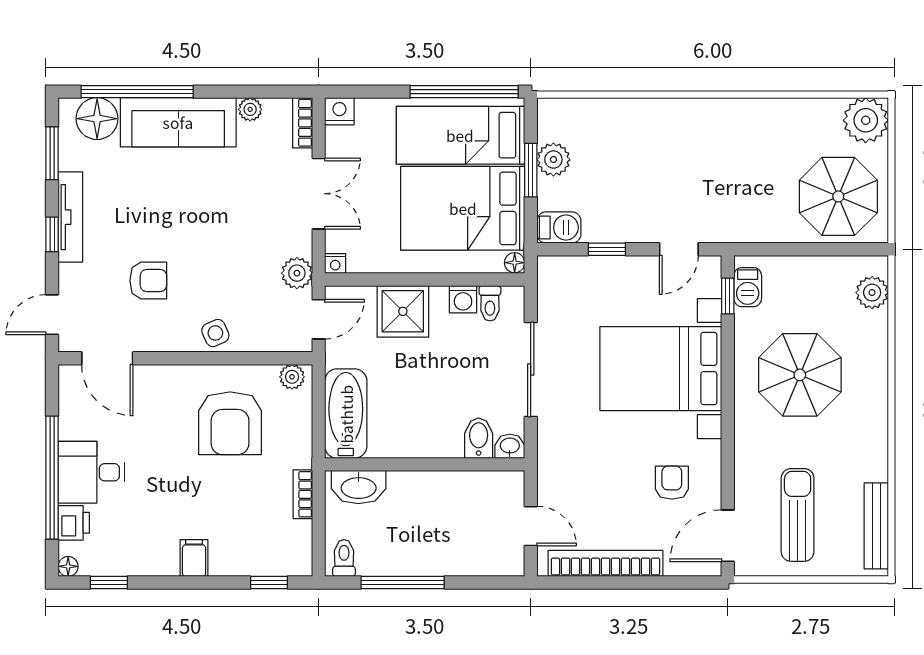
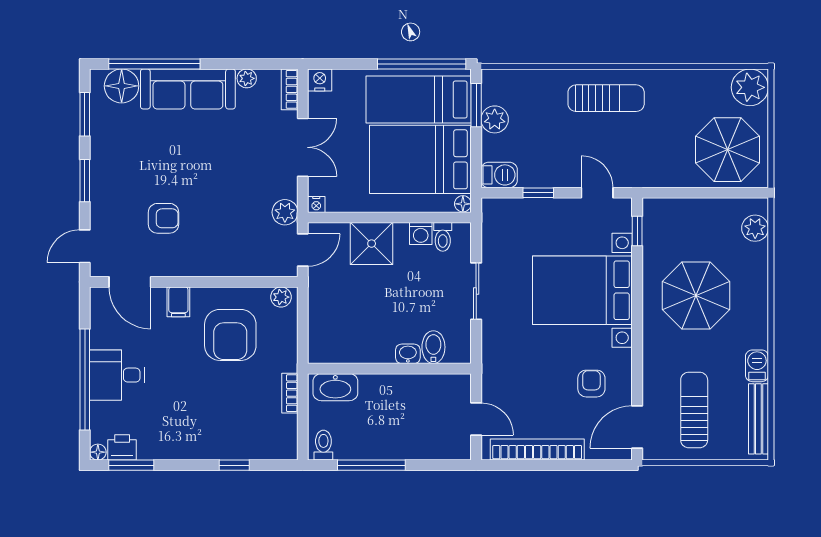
sun lounger: (690, 133) -> (606, 98), added
window: (531, 170) -> (476, 105), moved
tv unit: (70, 217) -> (100, 166), removed
window: (52, 234) -> (85, 181), width x1.50
door: (679, 249) -> (597, 193), swing flipped
barbecue: (748, 287) -> (757, 366), moved, turned 180
side table: (215, 333) -> (218, 261), removed
sliding door: (531, 370) -> (476, 291), width x0.73
bathtub: (346, 414) -> (325, 327), removed
washbasin: (510, 446) -> (408, 354), moved
printer: (74, 523) -> (122, 447), moved, turned -90
filing cabinet: (194, 558) -> (178, 302), moved, turned 180
window: (109, 583) -> (131, 465), width x1.50
window: (269, 583) -> (234, 465), moved

